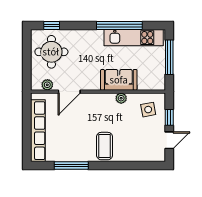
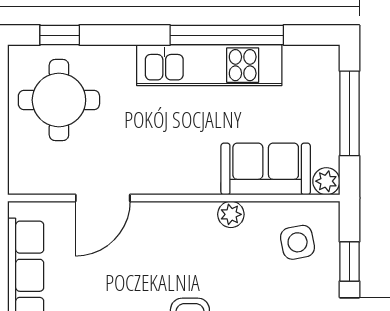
kitchen unit: (134, 38) -> (209, 65), moved
sofa: (119, 80) -> (266, 169), moved
plant: (47, 85) -> (326, 181), moved

